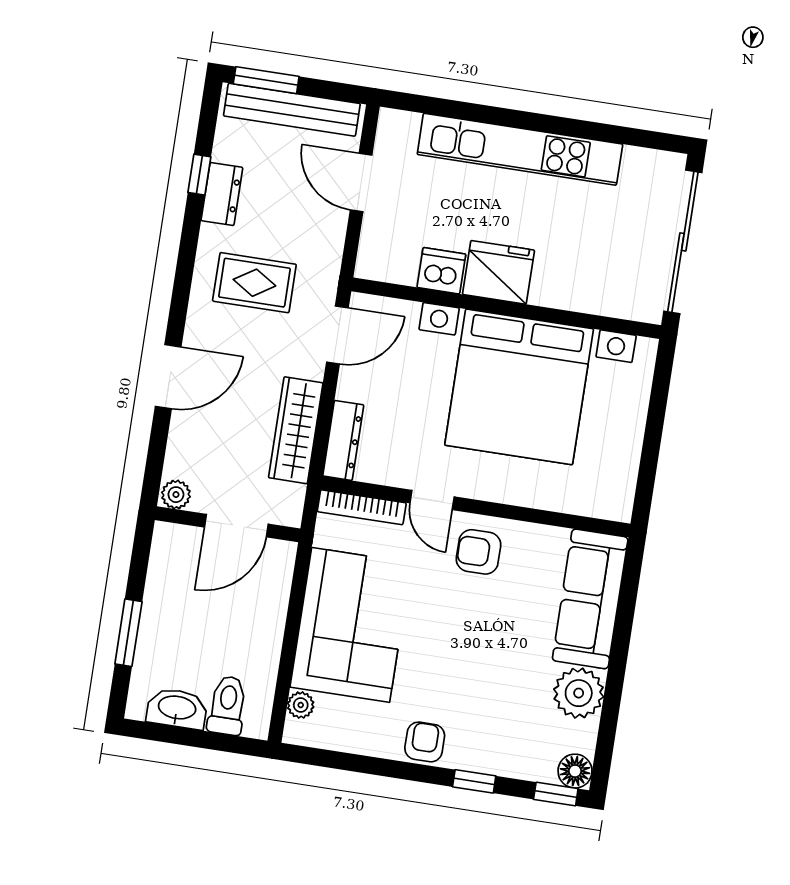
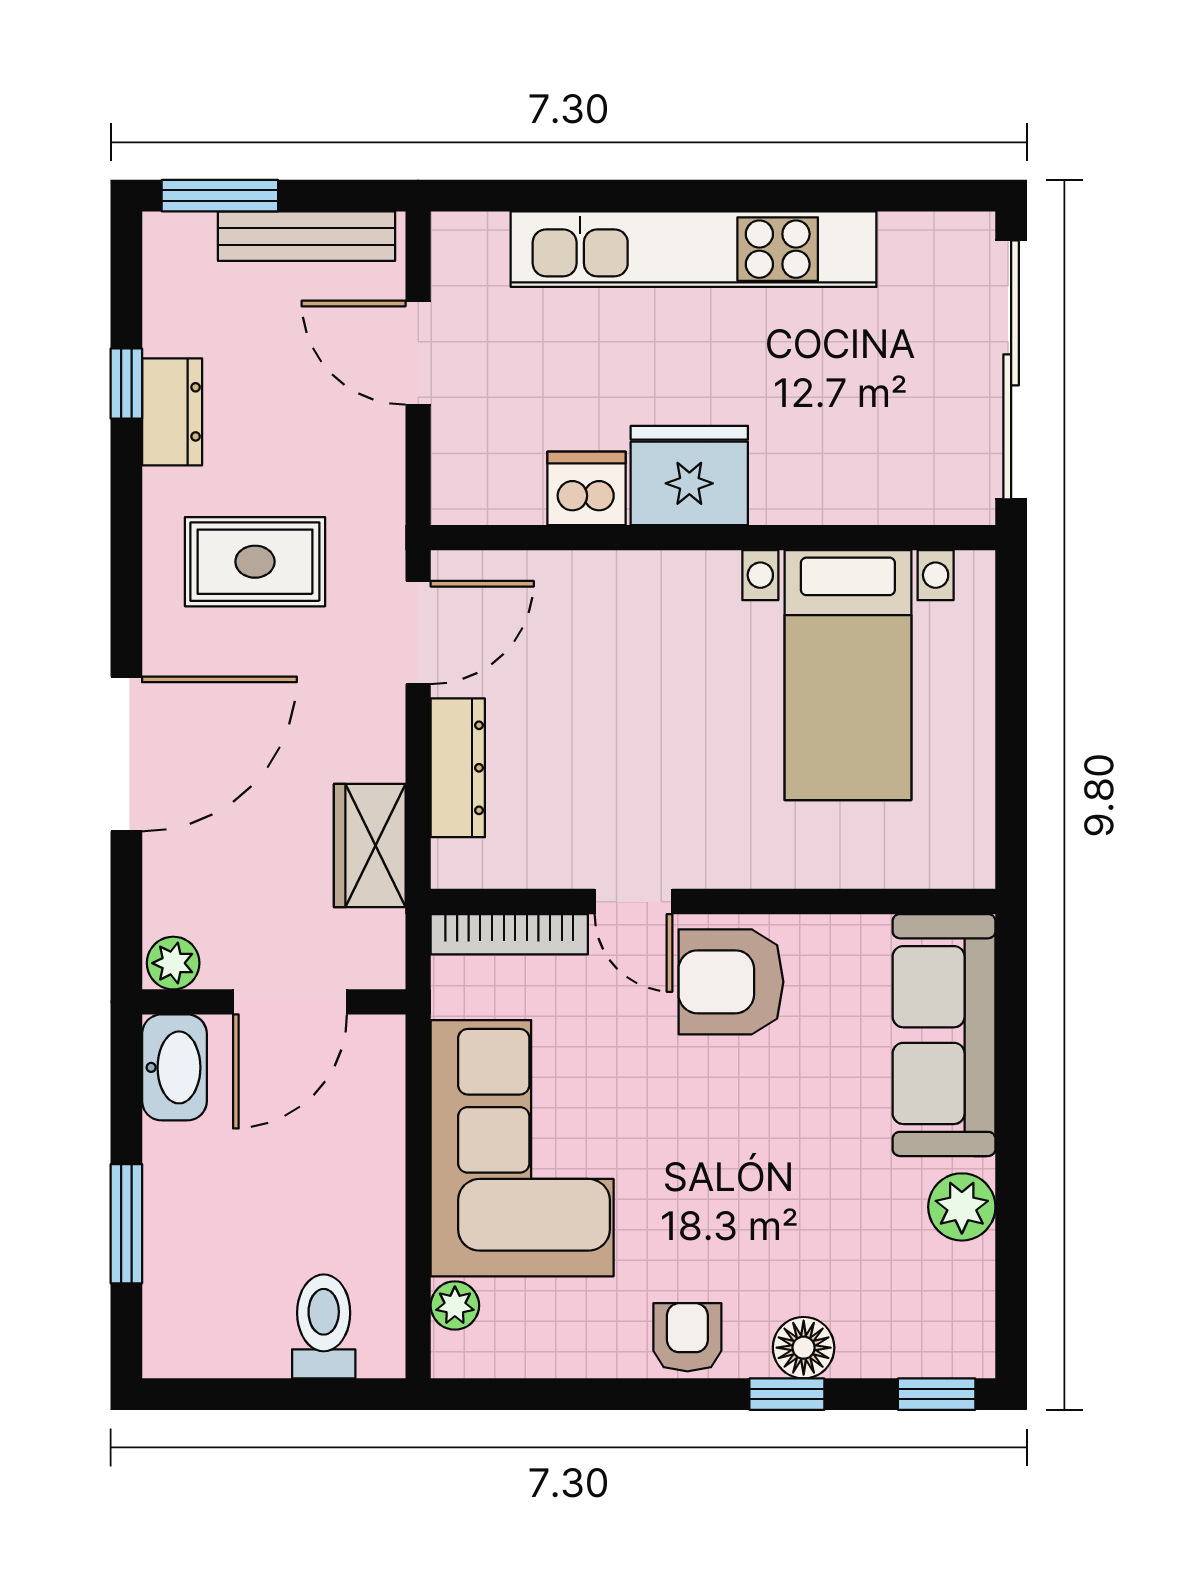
bench: (292, 110) -> (306, 236), width x0.73, depth x0.82
door: (168, 377) -> (126, 754), width x1.36
bed with nightstands: (519, 387) -> (848, 675), width x0.54
wardrobe: (296, 430) -> (370, 845), width x0.67
dresser: (343, 440) -> (458, 768), moved
armchair: (478, 552) -> (731, 982), width x1.38, depth x1.38
plant: (579, 693) -> (962, 1207), width x0.73, depth x0.73
washbasin: (177, 709) -> (174, 1067), moved, turned 90
floor lamp: (575, 771) -> (804, 1348), moved

